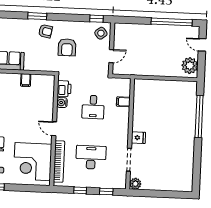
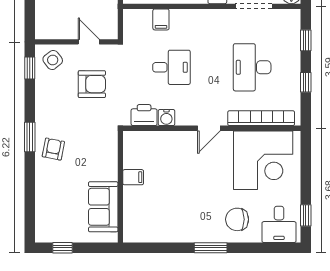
window: (37, 16) -> (30, 137), moved
armchair: (67, 47) -> (92, 84), moved

